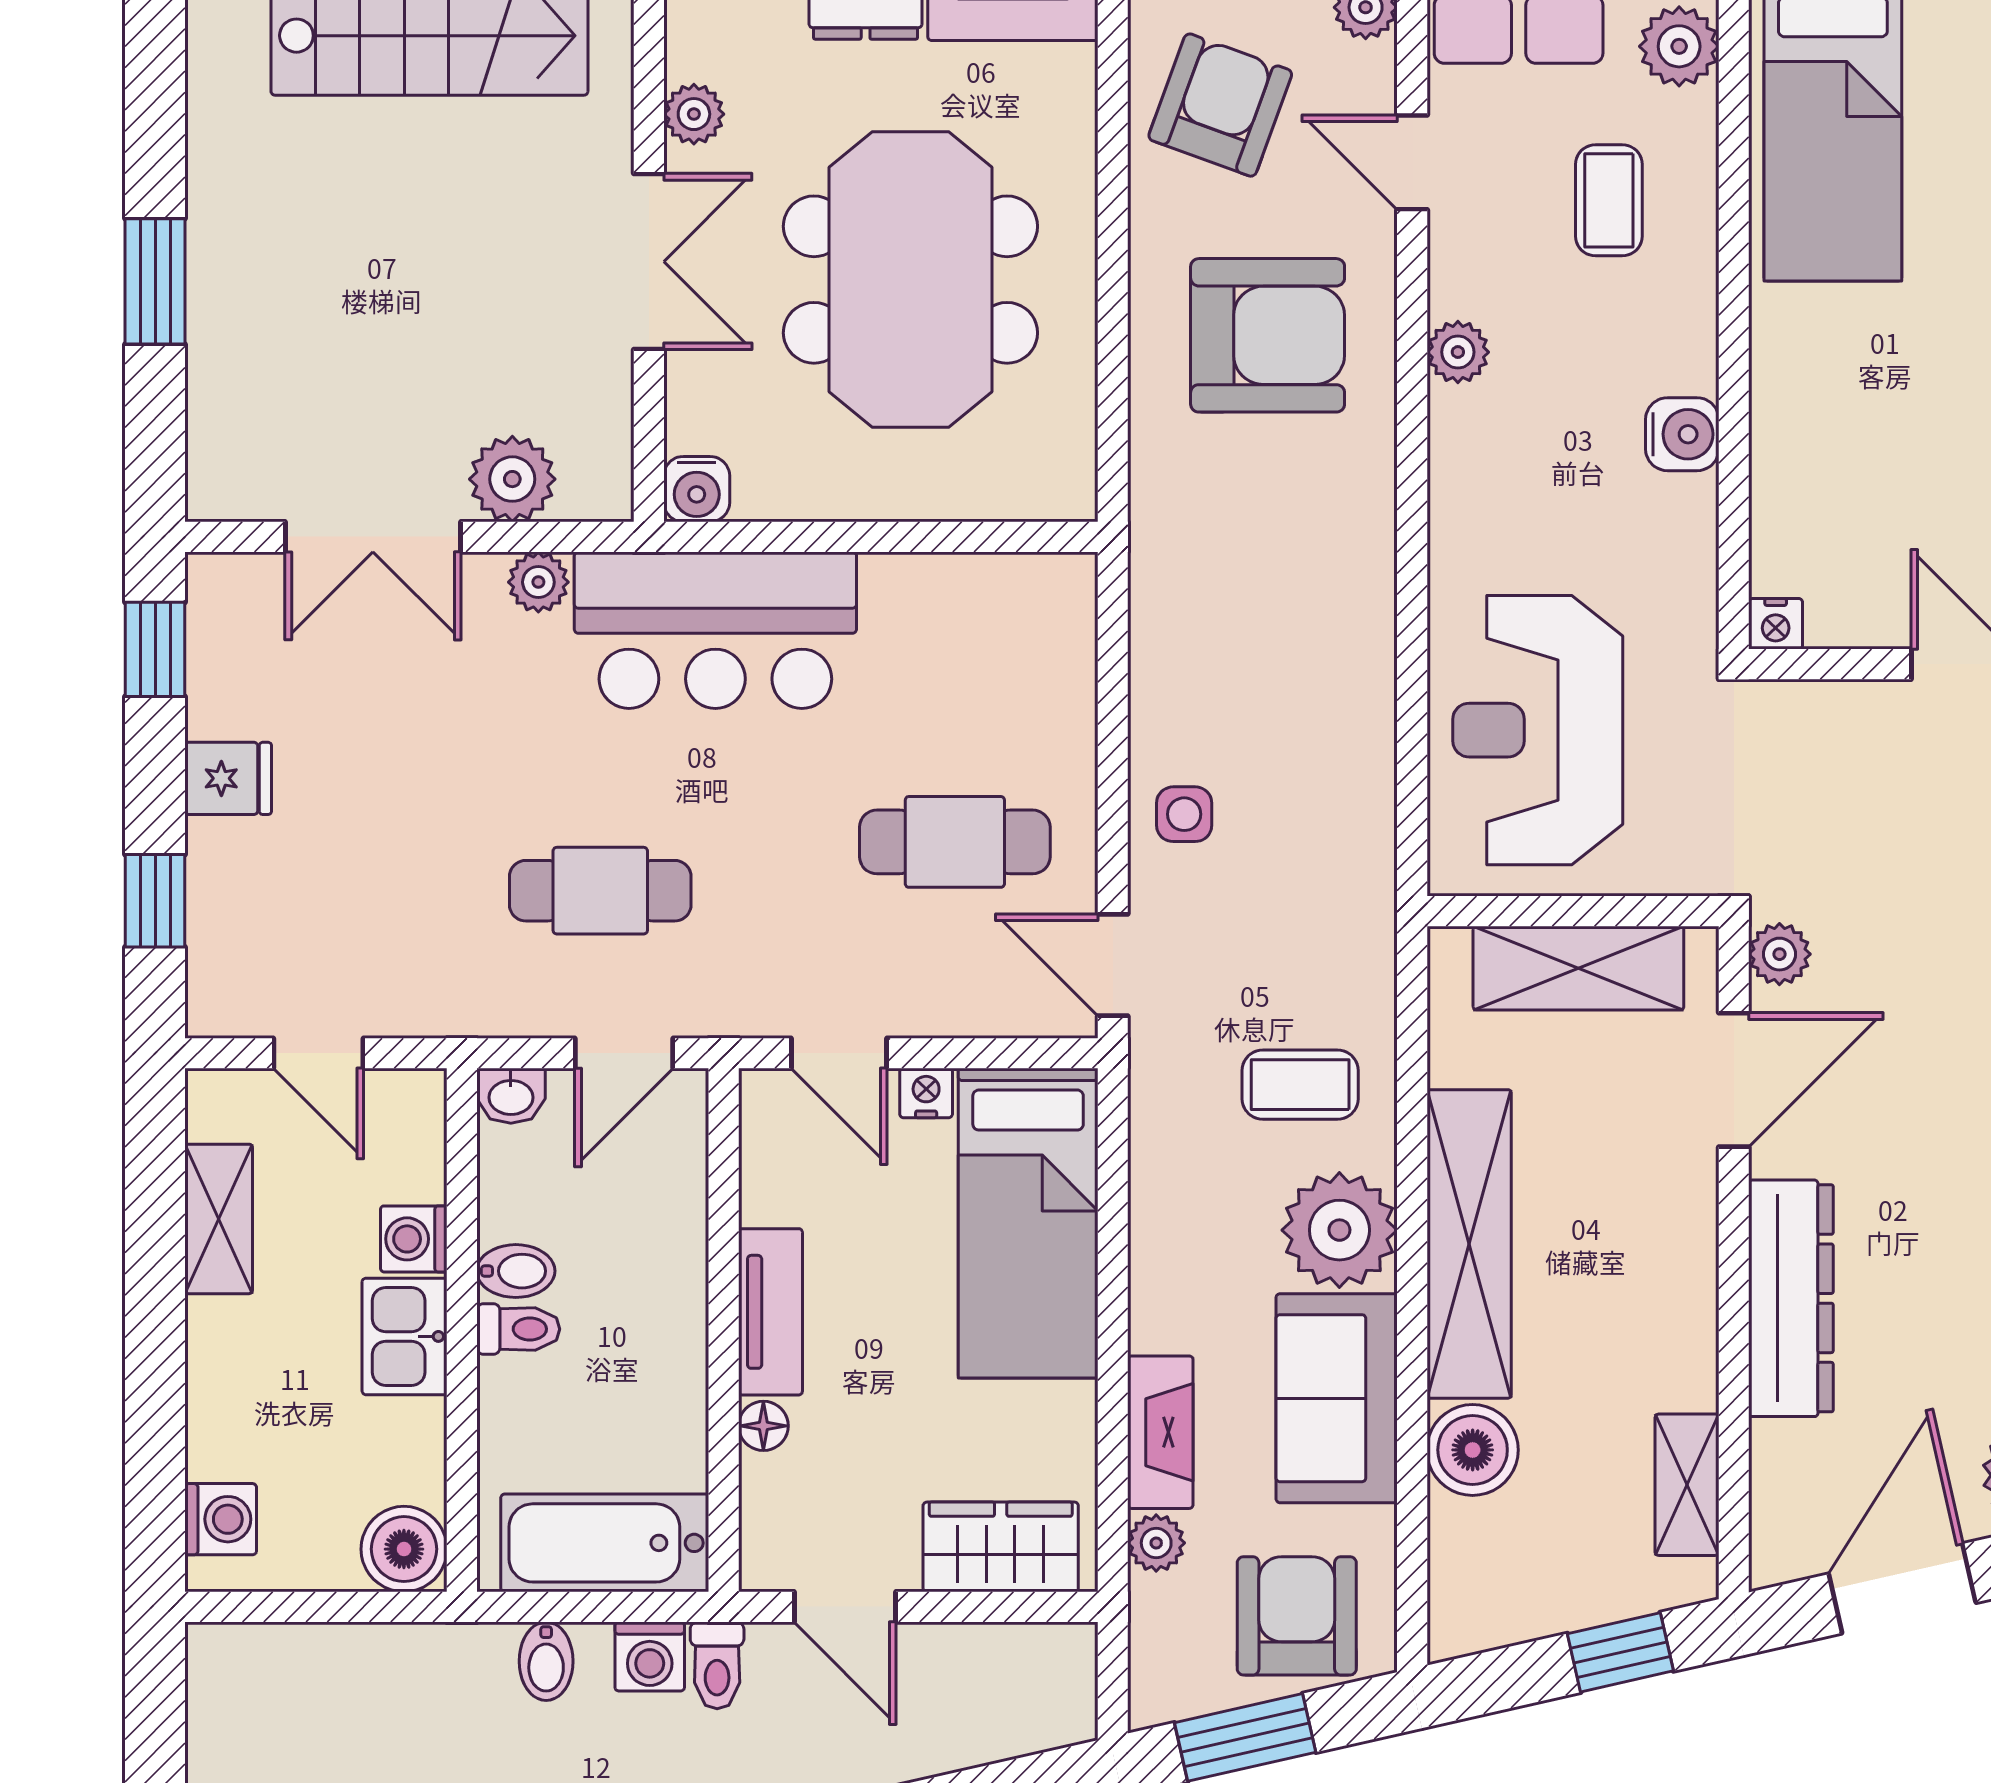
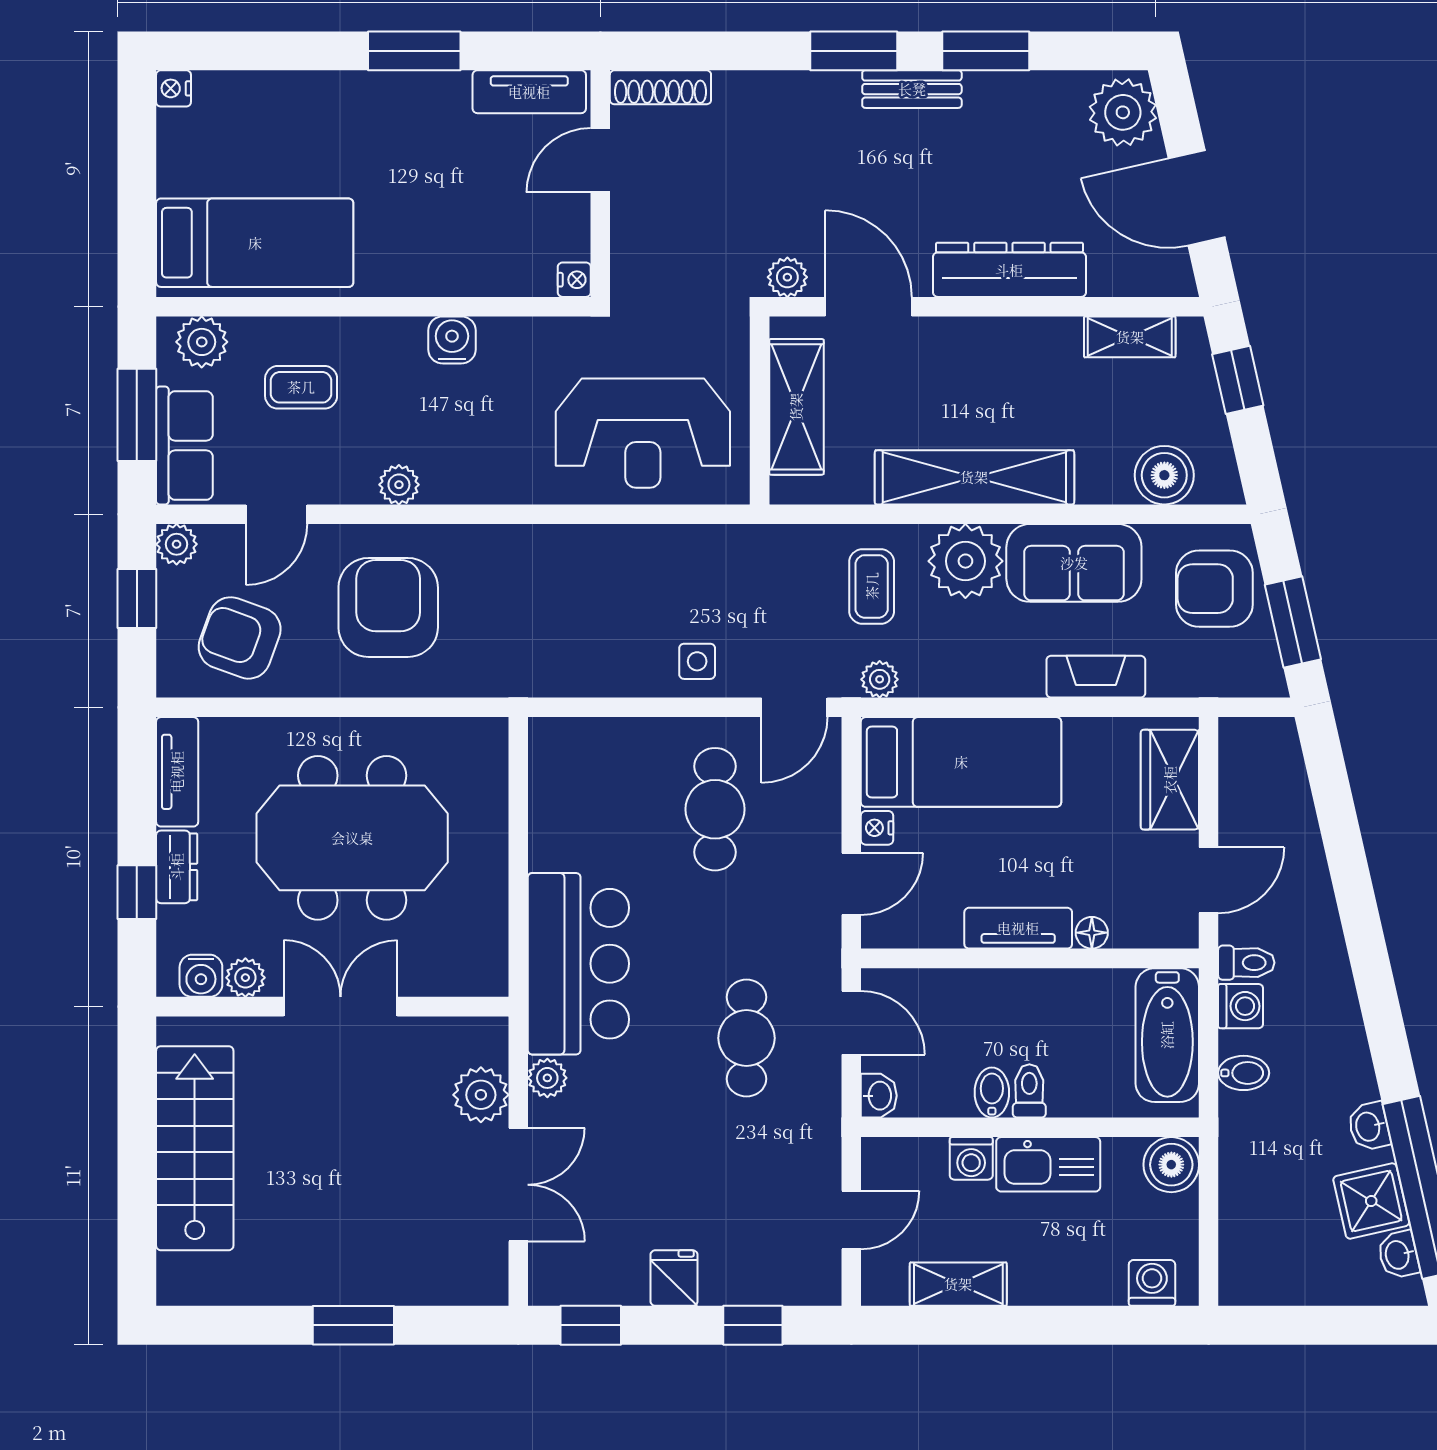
water cooler: (697, 489) -> (201, 976), moved, turned 90
kitchen sink: (405, 1336) -> (1048, 1164), width x1.38
boiler: (1473, 1450) -> (1164, 475), moved
plant: (1156, 1543) -> (880, 679), moved

